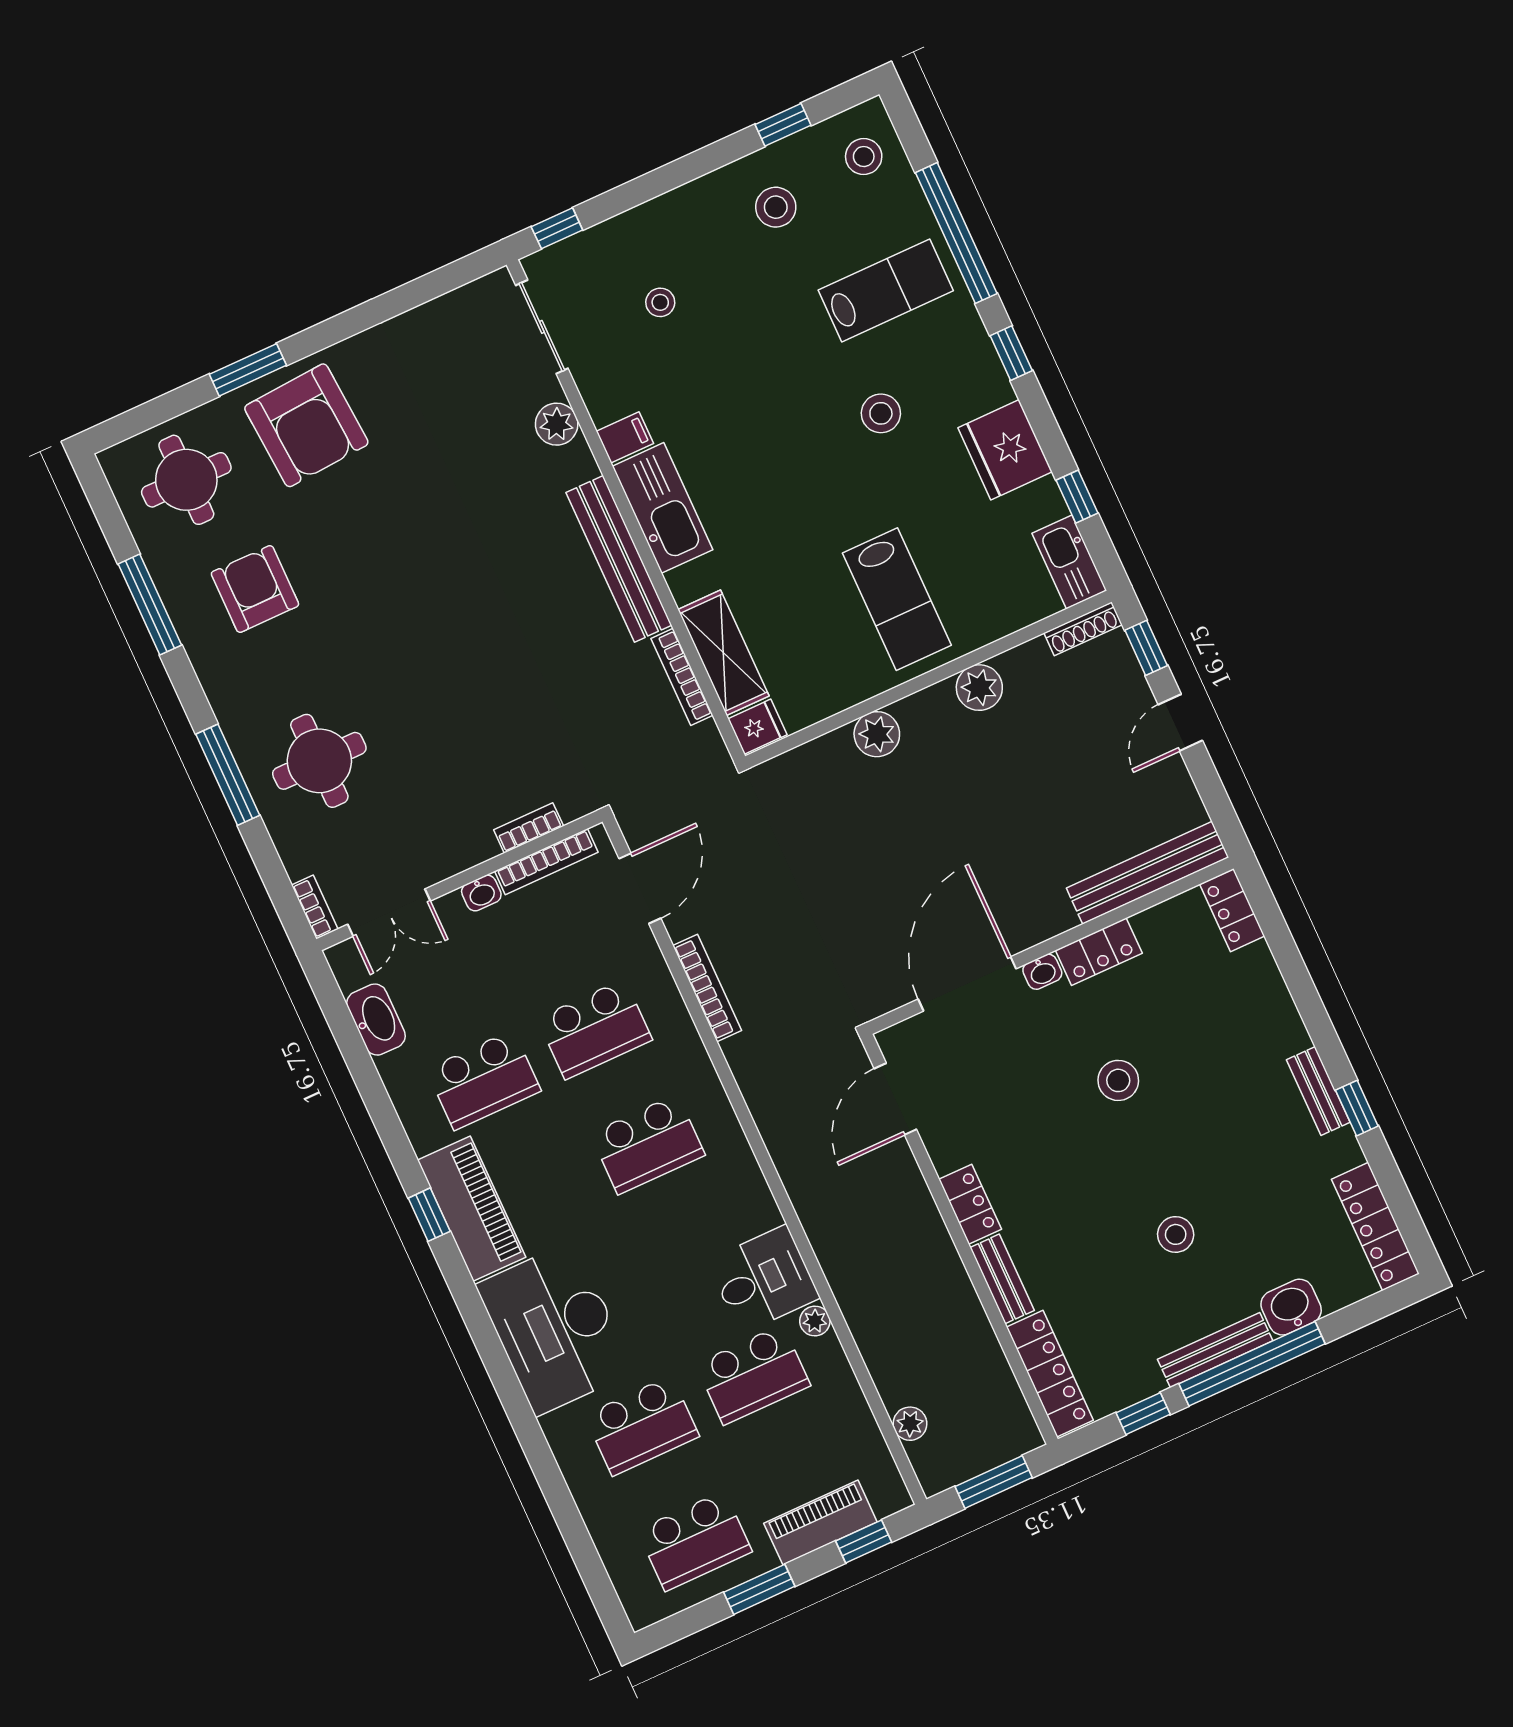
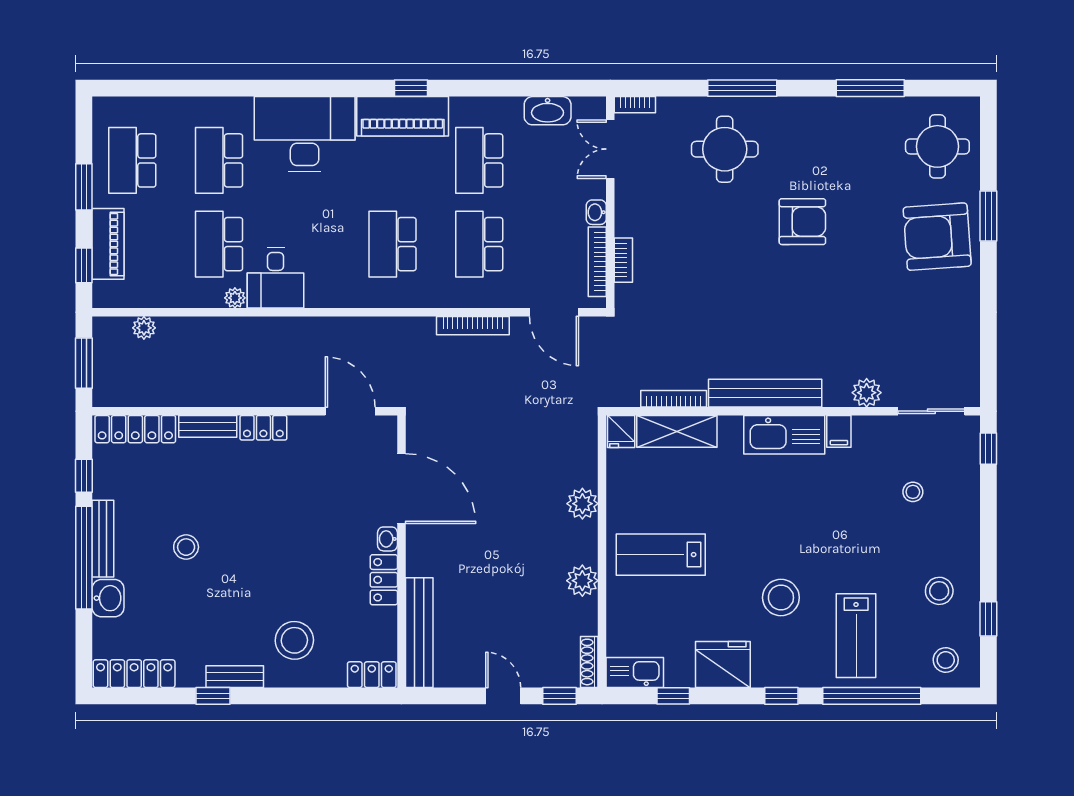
stool: (881, 413) -> (781, 598), width x1.38, depth x1.38
armchair: (255, 589) -> (802, 222), moved
stool: (1118, 1080) -> (294, 640), moved, width x1.38, depth x1.38

